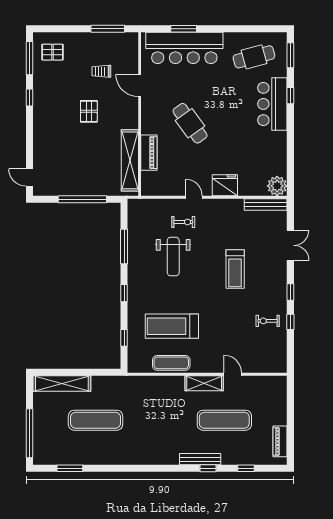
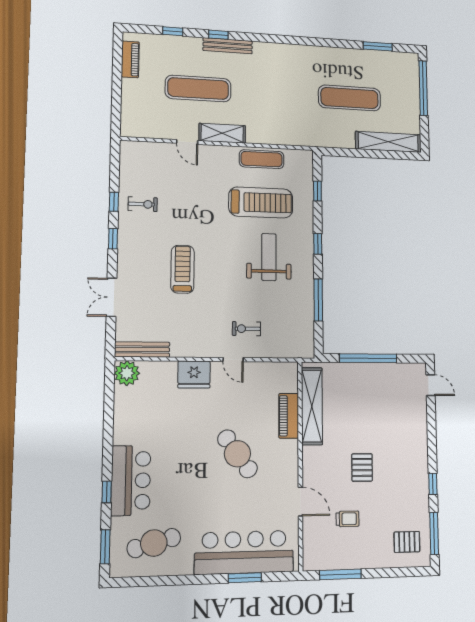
weight bench: (173, 257) -> (269, 257), moved

